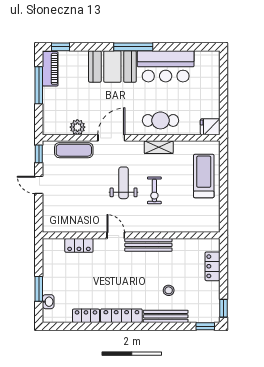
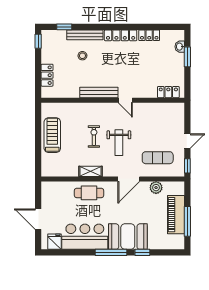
window: (60, 47) -> (142, 252), moved
piano: (50, 69) -> (176, 215), moved, width x1.37, depth x1.33
door: (224, 88) -> (38, 219), added
fridge: (210, 127) -> (54, 242), moved, turned -90
exercise mat: (74, 150) -> (158, 158), moved
treadmill: (204, 176) -> (52, 135), moved, turned 180
door: (39, 185) -> (187, 141), hinge flipped
locker: (79, 245) -> (168, 92), moved
window: (205, 326) -> (64, 27), moved

